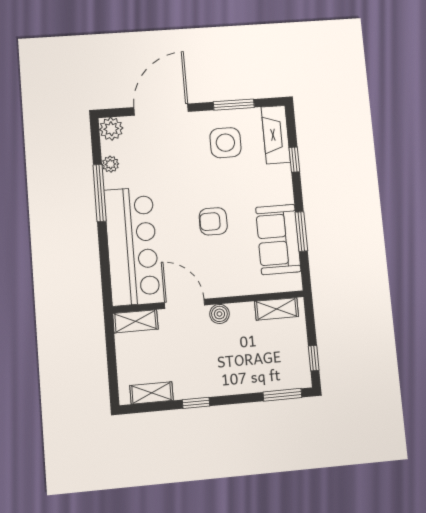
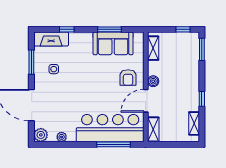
side table: (225, 143) -> (54, 69), width x0.54, depth x0.54
window: (100, 193) -> (114, 144), moved
armchair: (213, 221) -> (128, 78), moved

